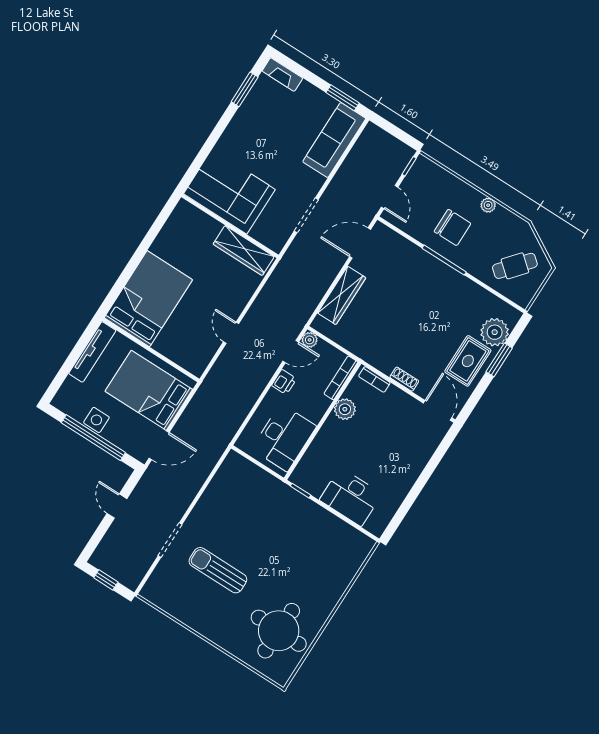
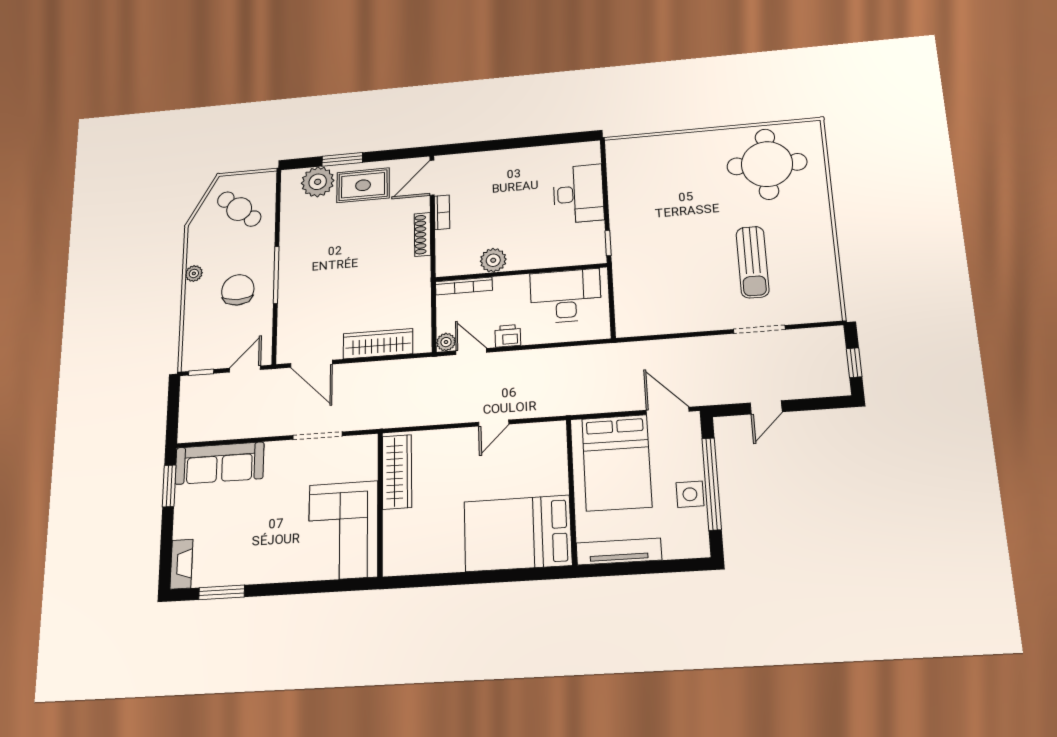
bookcase: (374, 379) -> (442, 212), moved
shoe rack: (404, 379) -> (423, 234), width x1.43

